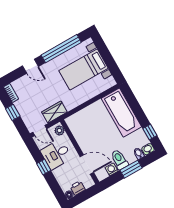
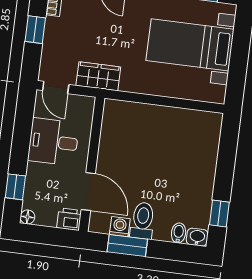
bathtub: (121, 113) -> (198, 152), removed
plant: (59, 131) -> (85, 110), removed
window: (44, 167) -> (15, 187), moved
window: (131, 169) -> (127, 245), moved
printer: (78, 188) -> (69, 219), moved

